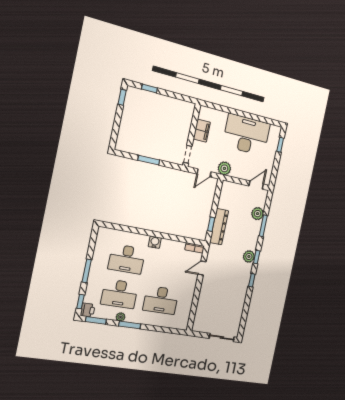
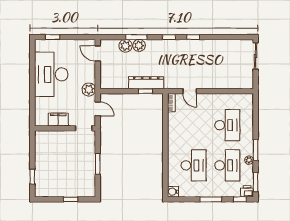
window: (122, 97) -> (71, 199), moved
water cooler: (155, 242) -> (173, 192), moved
plant: (249, 257) -> (139, 45), moved

